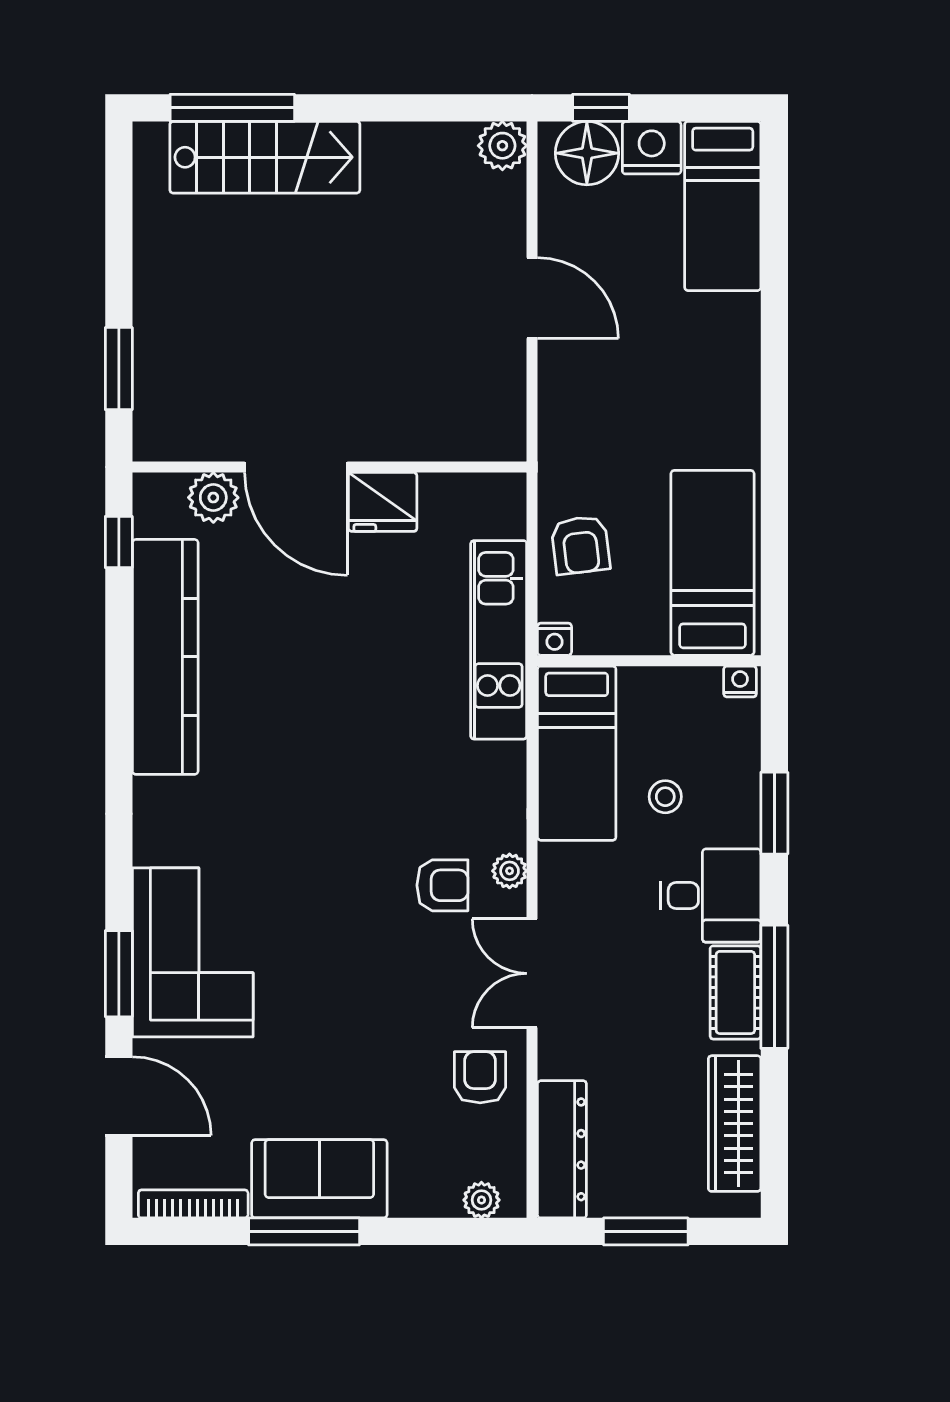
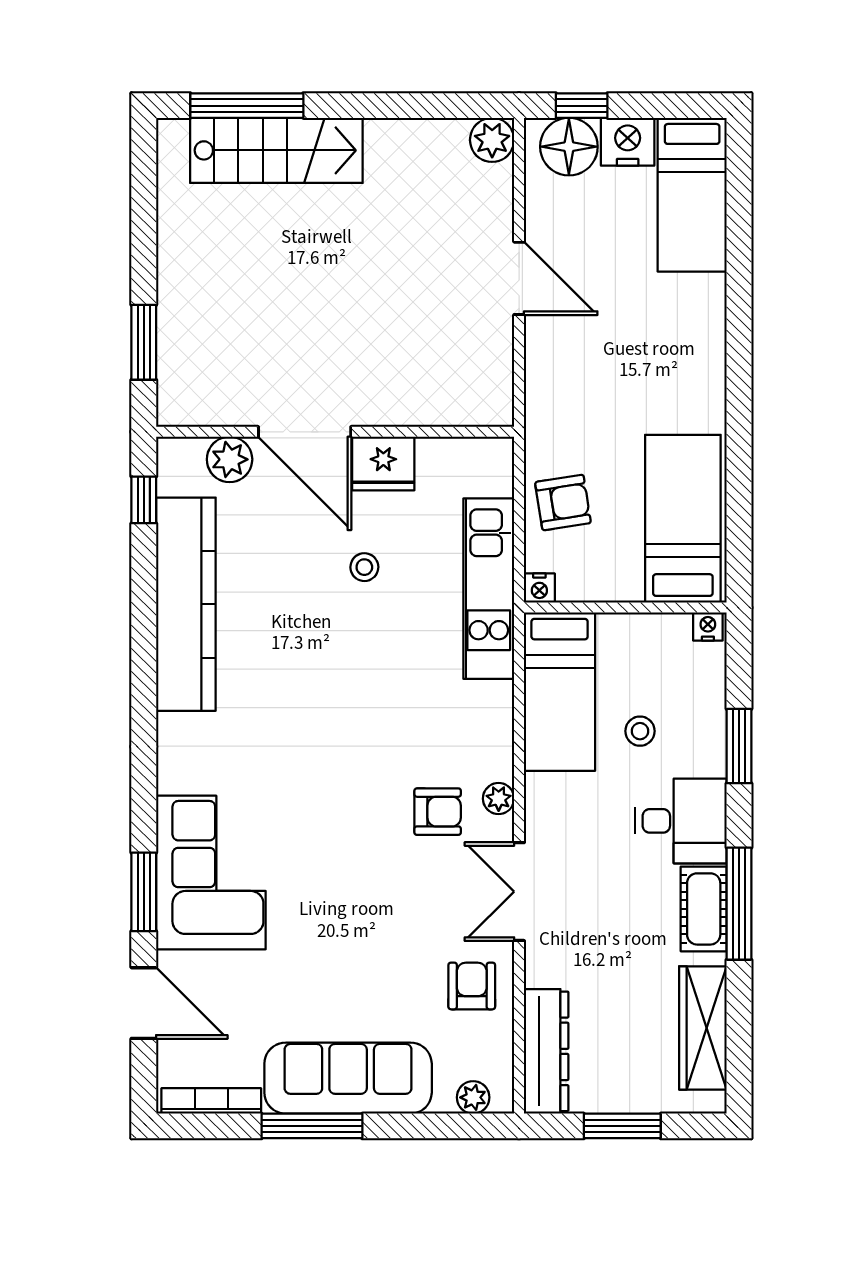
armchair: (580, 545) -> (563, 503), turned -92
stool: (362, 616) -> (364, 567), added
sofa: (319, 1179) -> (348, 1078), width x1.36

